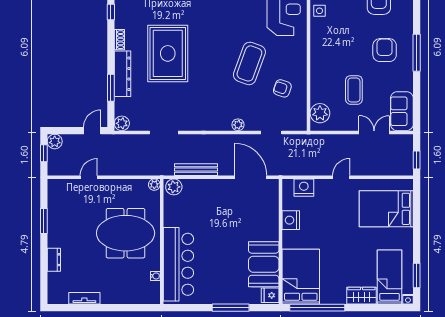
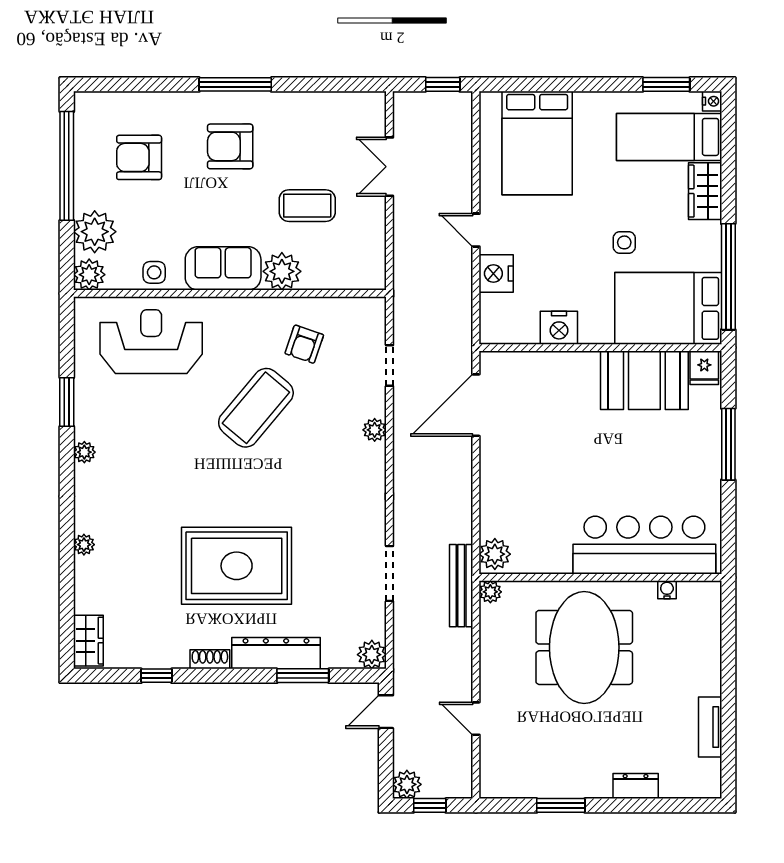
coffee table: (249, 63) -> (256, 408), turned -70
sofa: (402, 111) -> (223, 268), moved, turned 180
plant: (320, 113) -> (282, 271), moved
door: (92, 131) -> (386, 712), hinge flipped
bench: (196, 170) -> (461, 586), moved
nightstand: (304, 188) -> (496, 273), moved
side table: (335, 254) -> (624, 242), added

